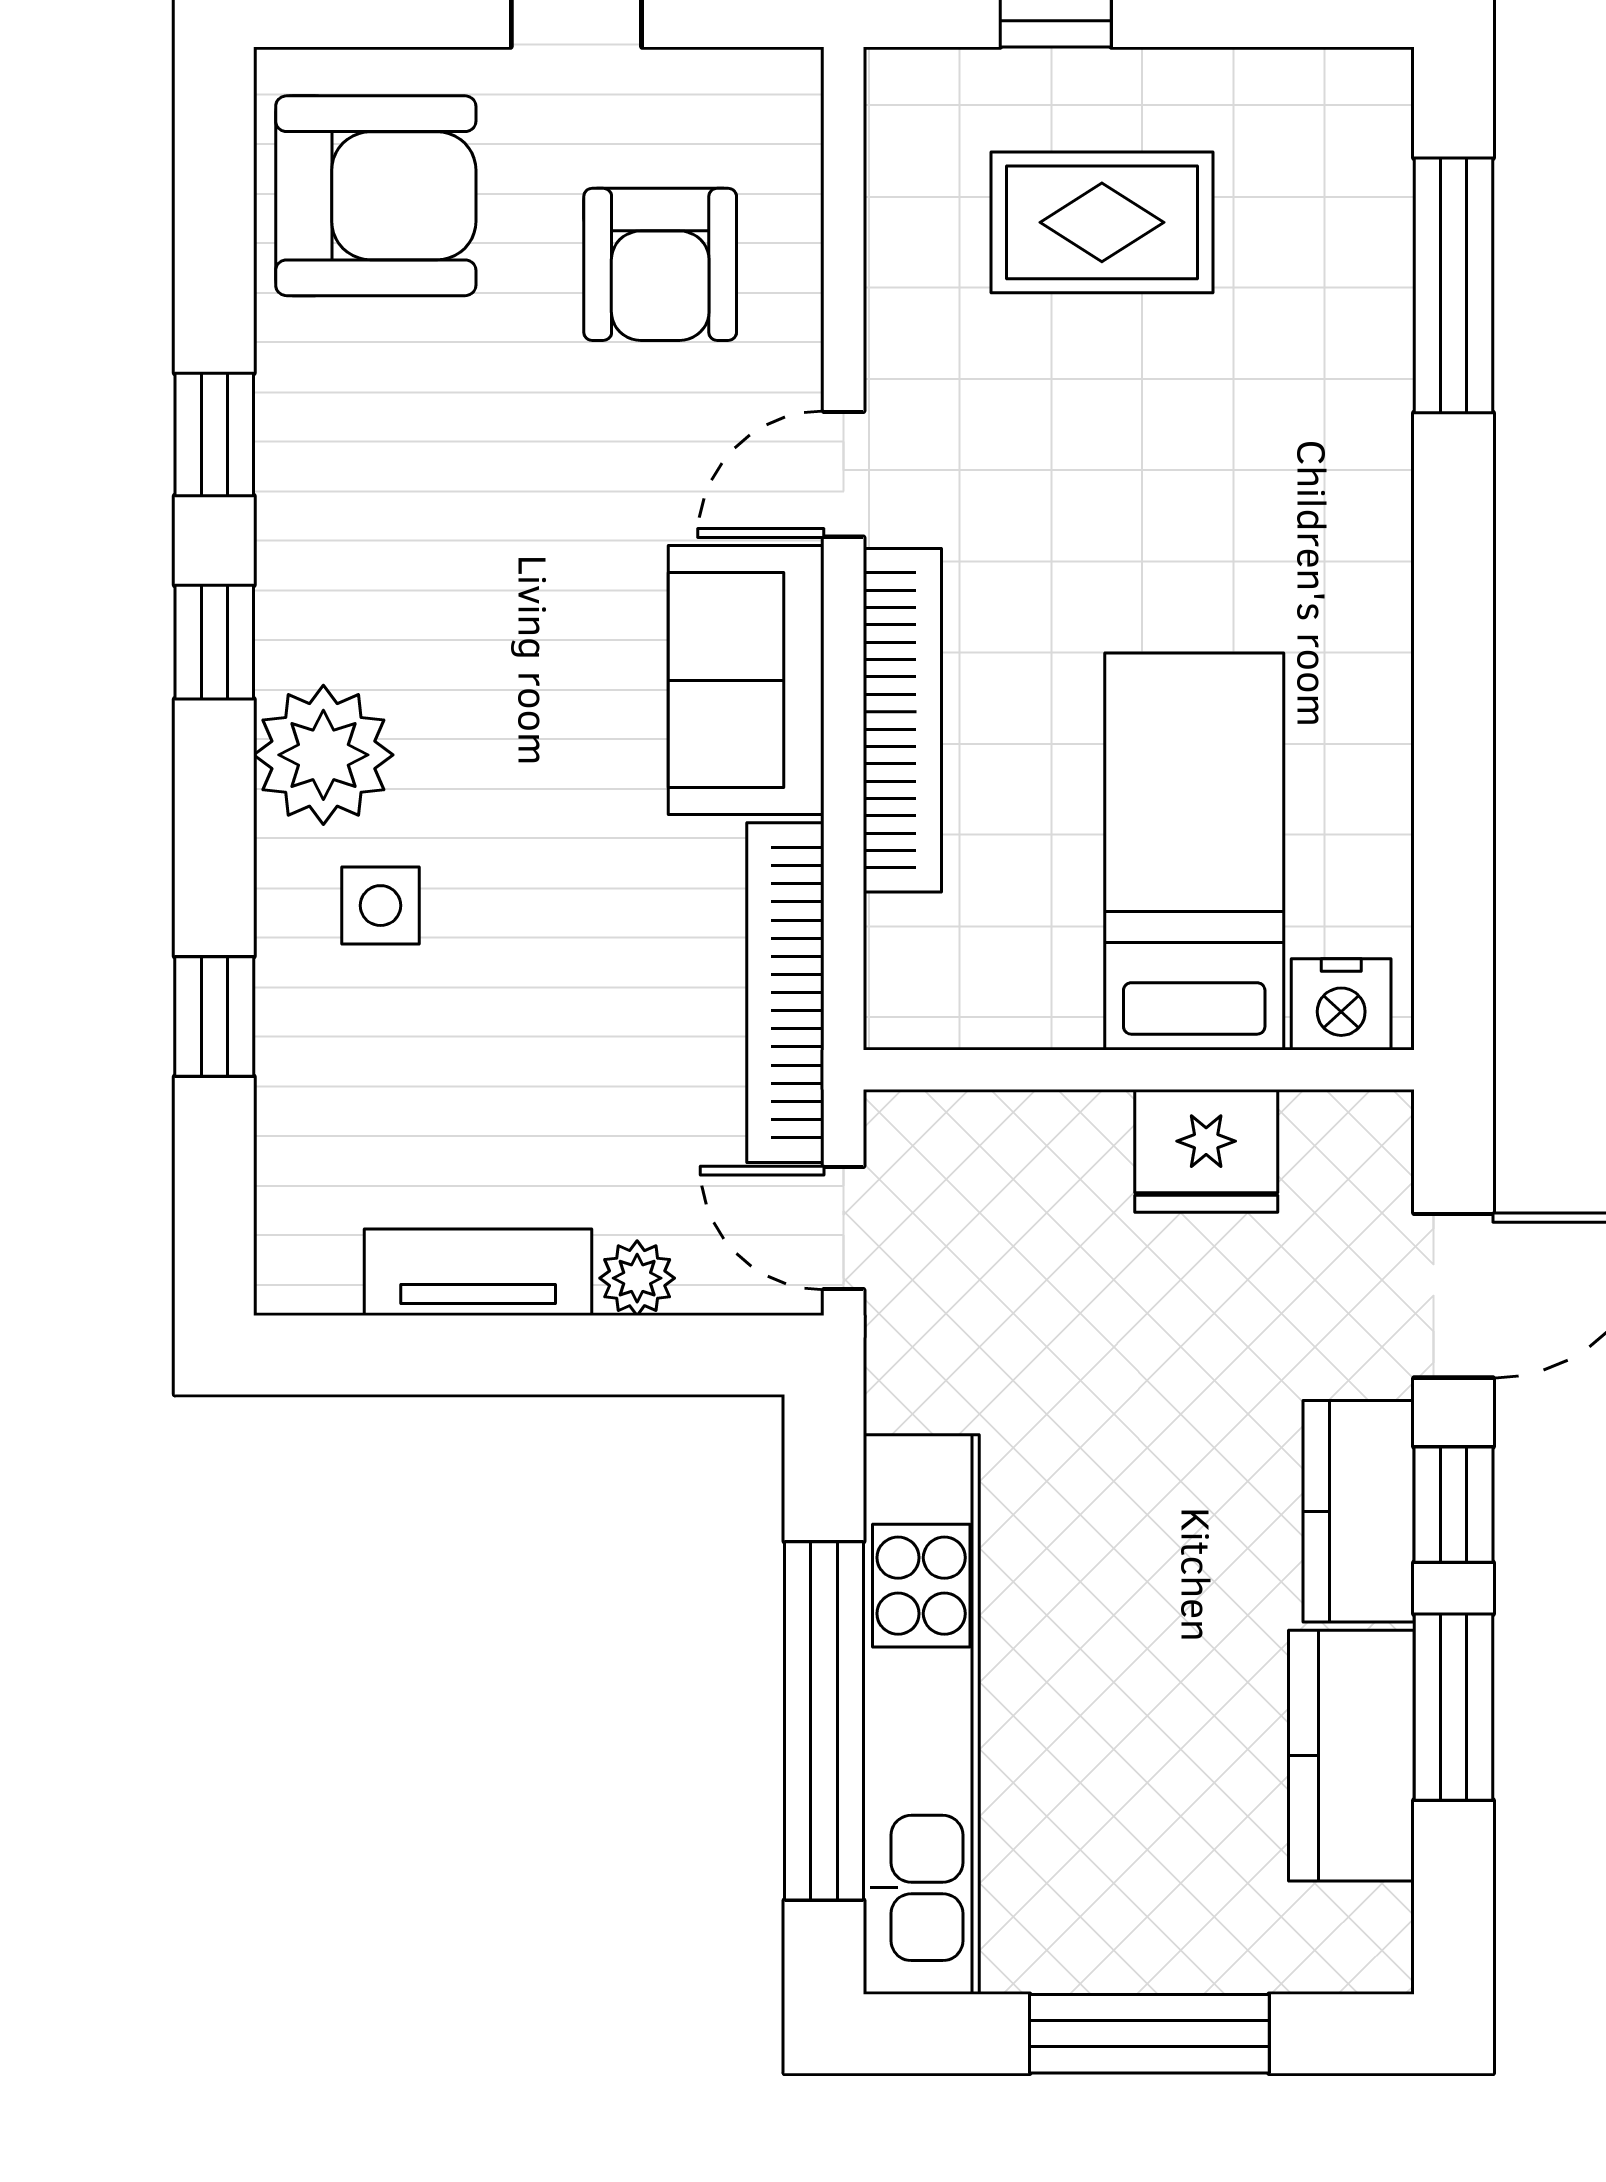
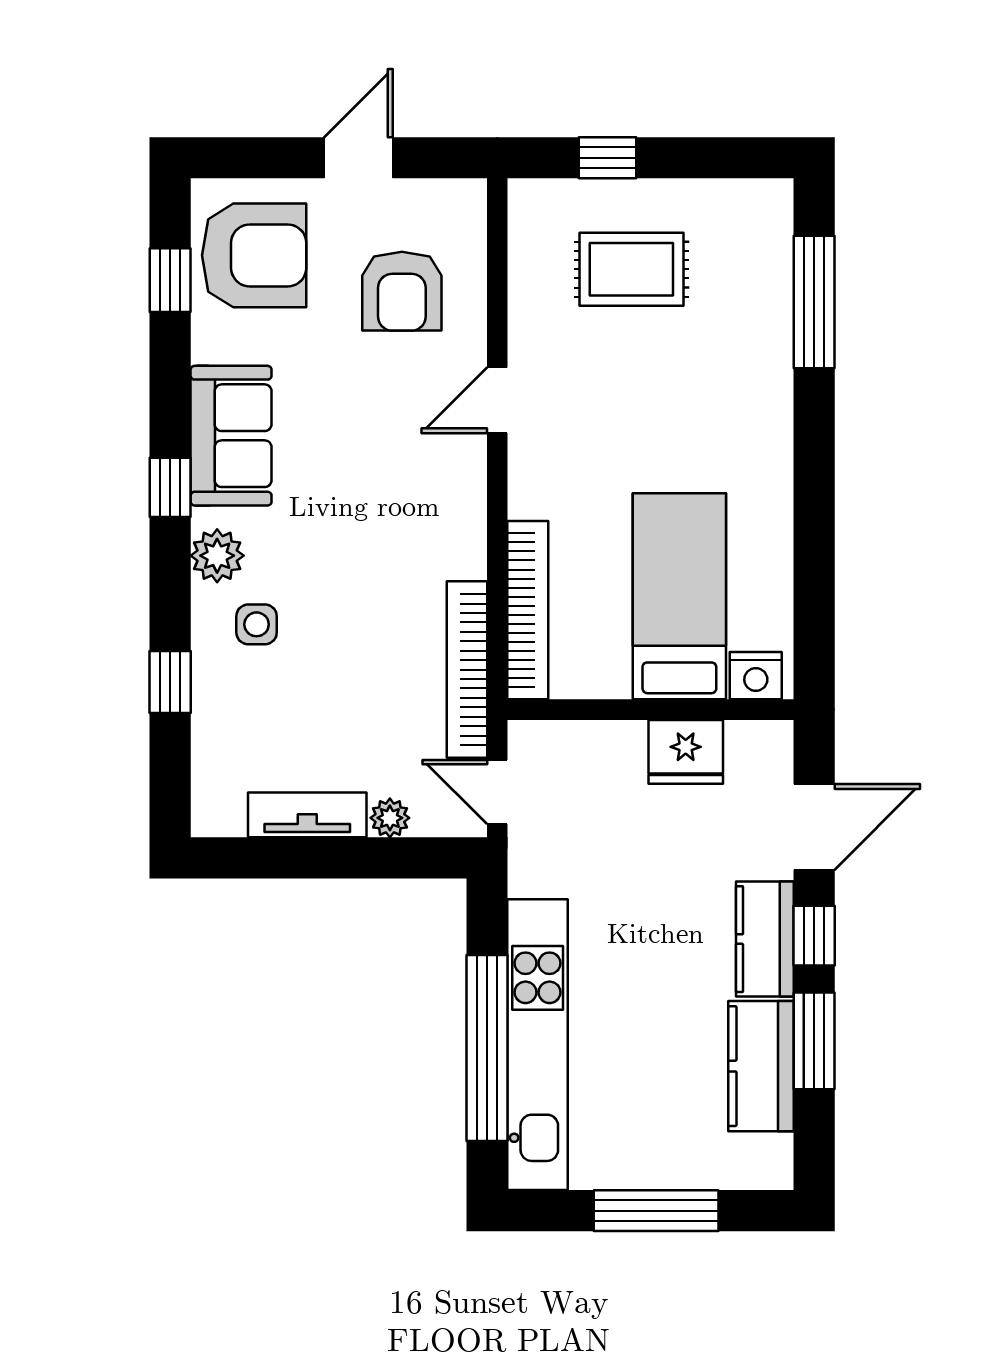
window: (214, 435) -> (170, 280), moved
sofa: (746, 680) -> (231, 436), moved, turned 180
bookcase: (902, 720) -> (528, 610), moved
plant: (323, 755) -> (217, 556), width x0.73, depth x0.73

